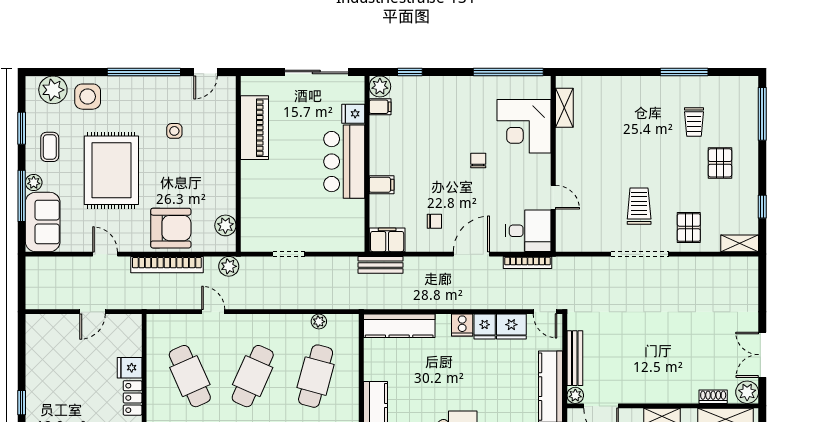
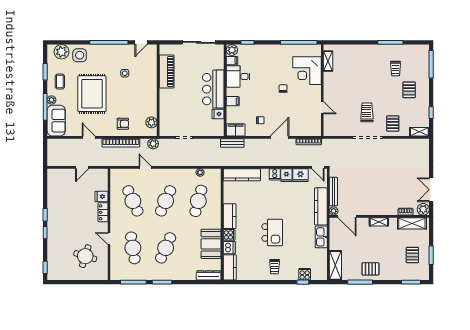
fridge: (353, 114) -> (218, 114), moved
armchair: (171, 228) -> (123, 124), width x0.53, depth x0.53
desk: (528, 231) -> (238, 77), moved, turned 180

